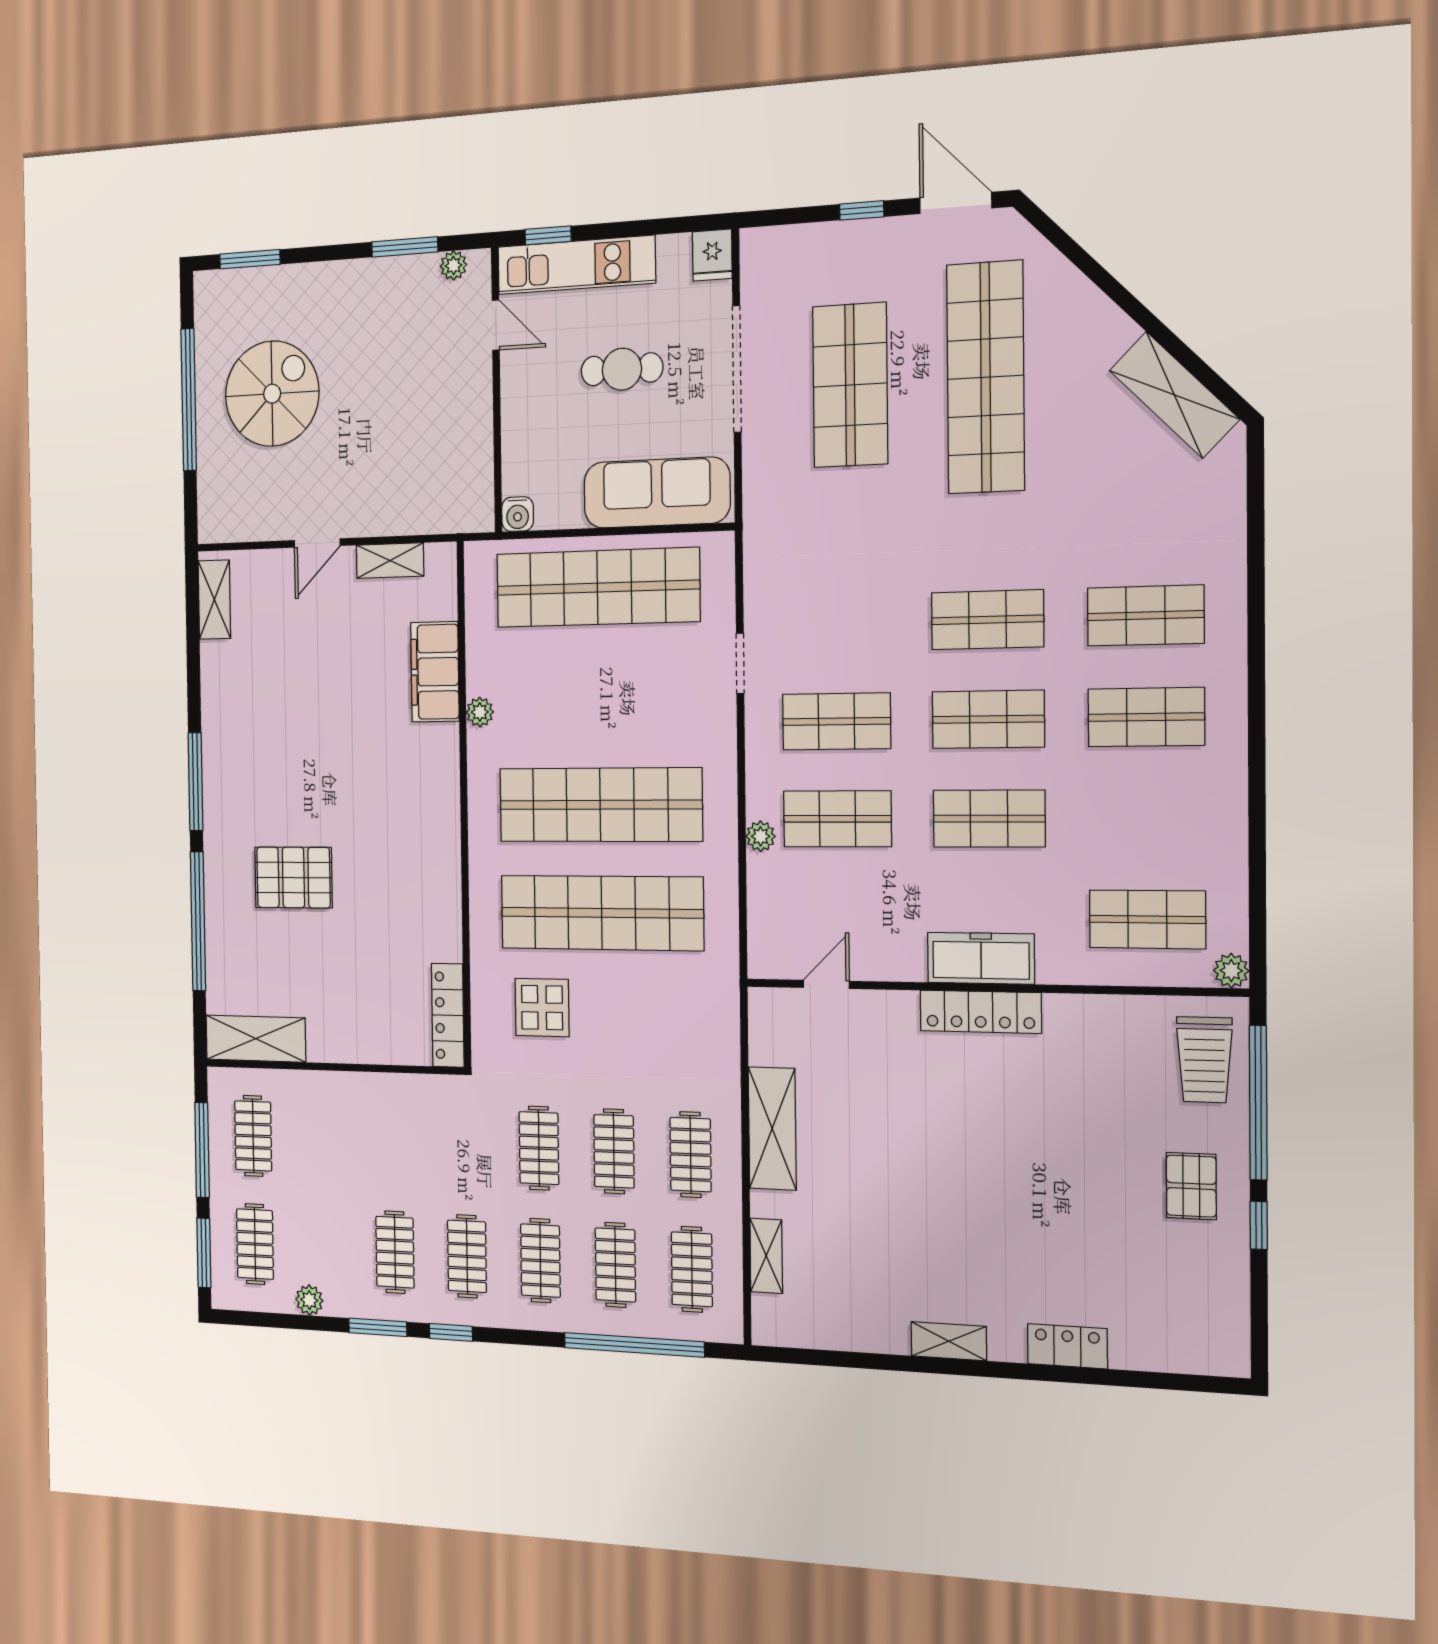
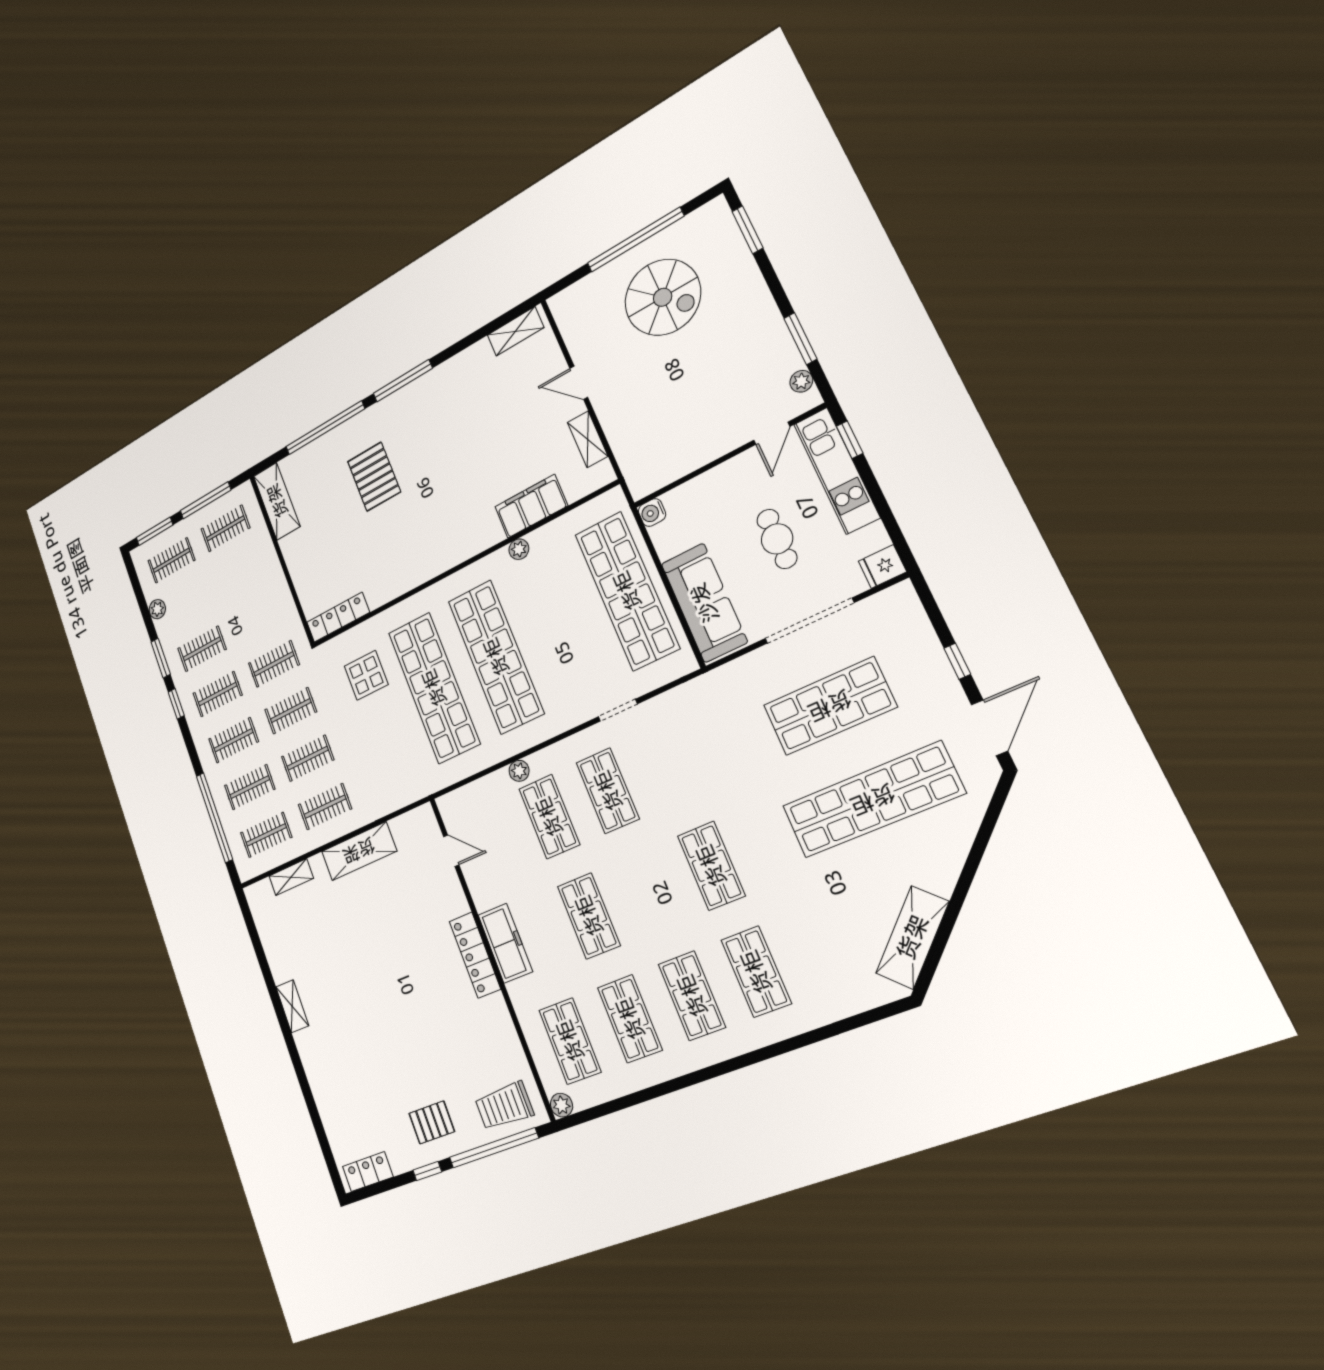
shop shelf: (988, 719) -> (630, 1019), moved
clothes rail: (465, 1145) -> (274, 664), added
locker: (1067, 1346) -> (368, 1172), moved, turned -90

